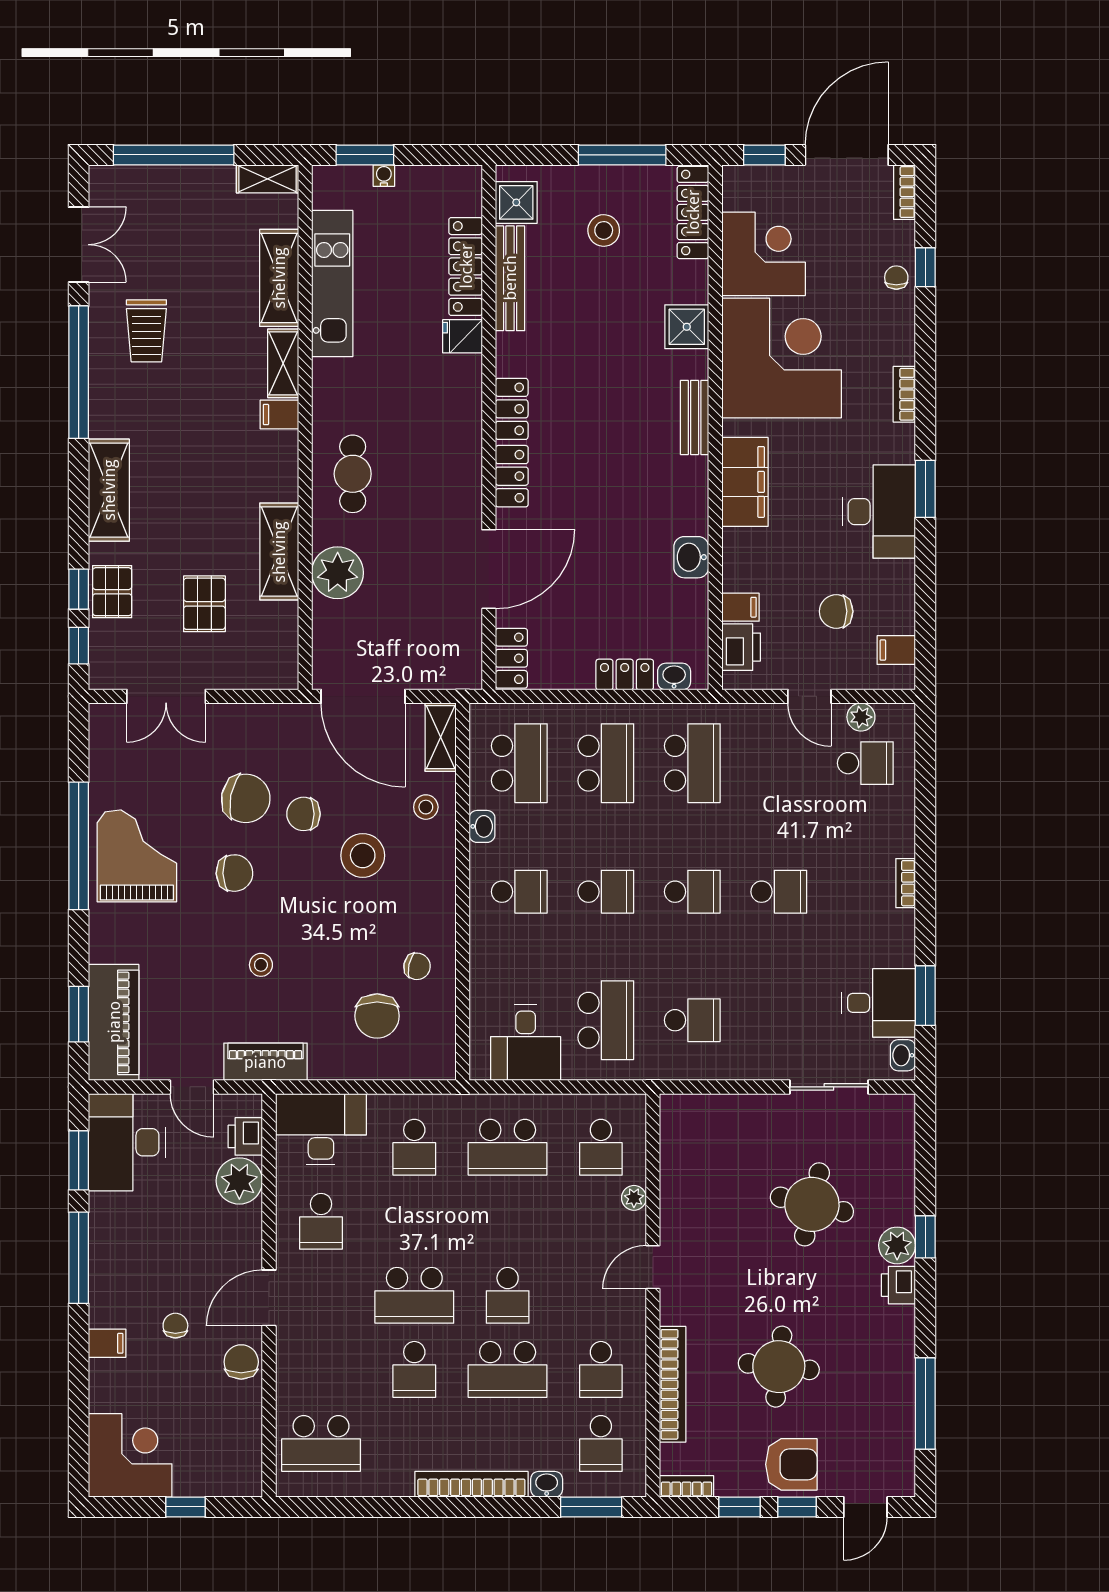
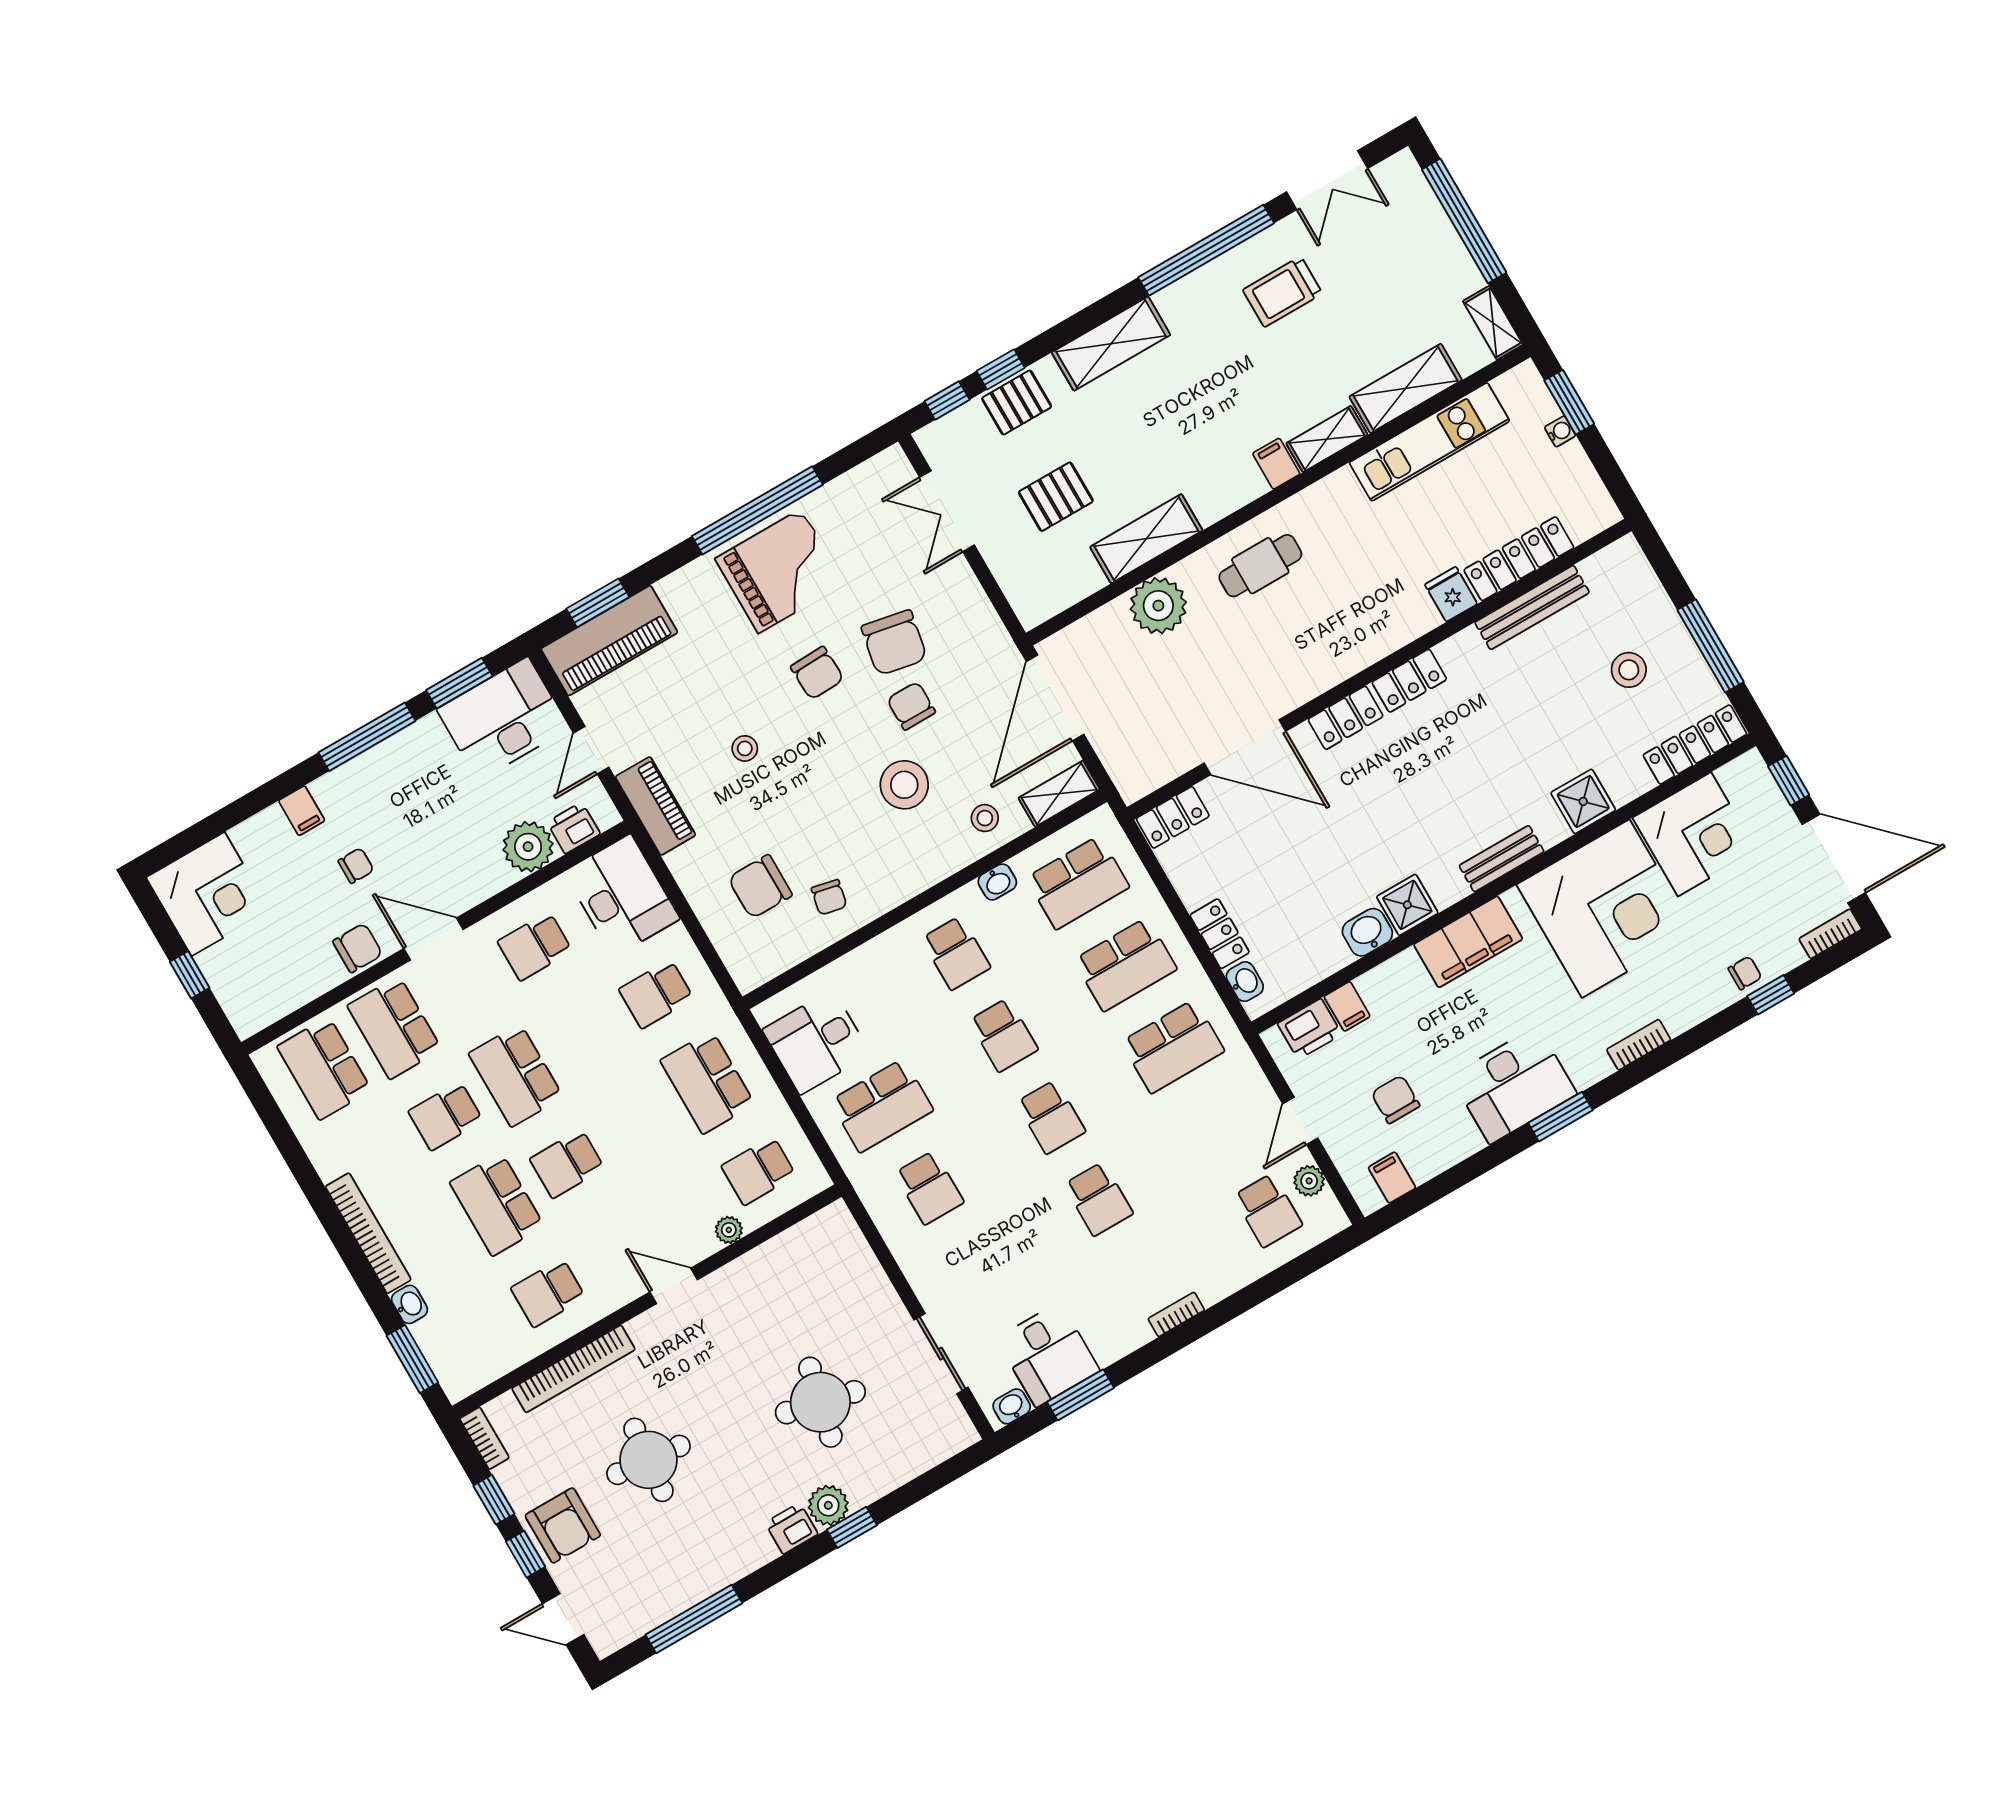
shower: (516, 202) -> (1407, 905), moved
school desk: (601, 1443) -> (394, 1028), moved, width x1.85

